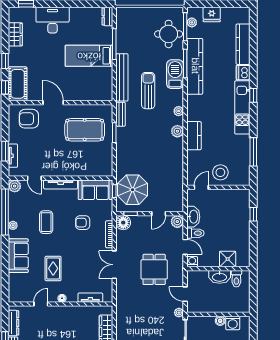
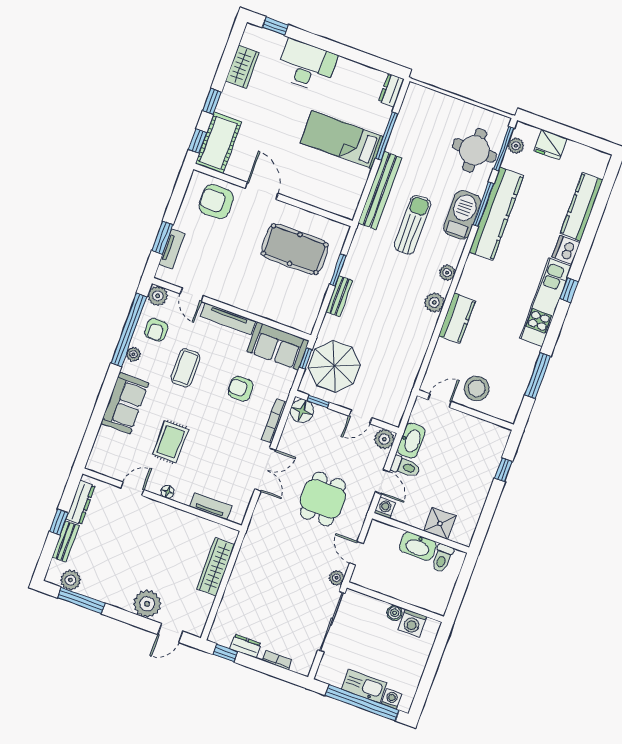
bench: (121, 114) -> (339, 296), moved
armchair: (21, 206) -> (156, 330), added
double door: (114, 265) -> (265, 470), swing flipped

